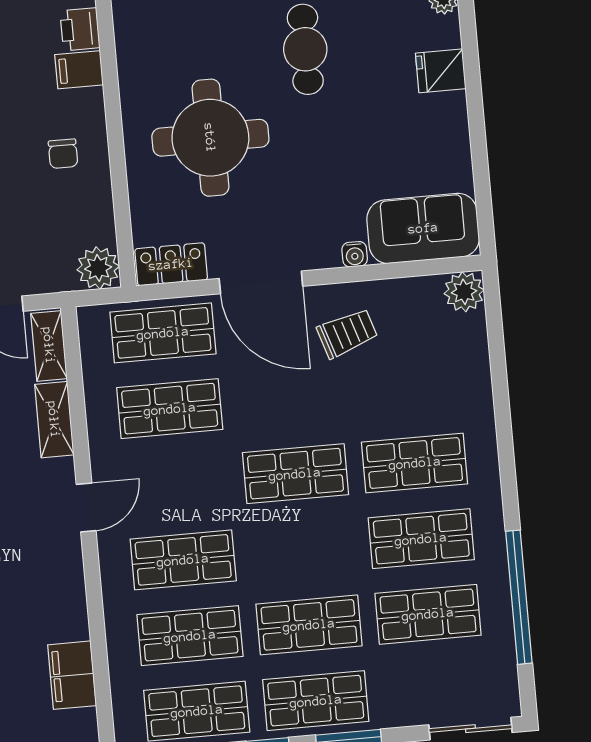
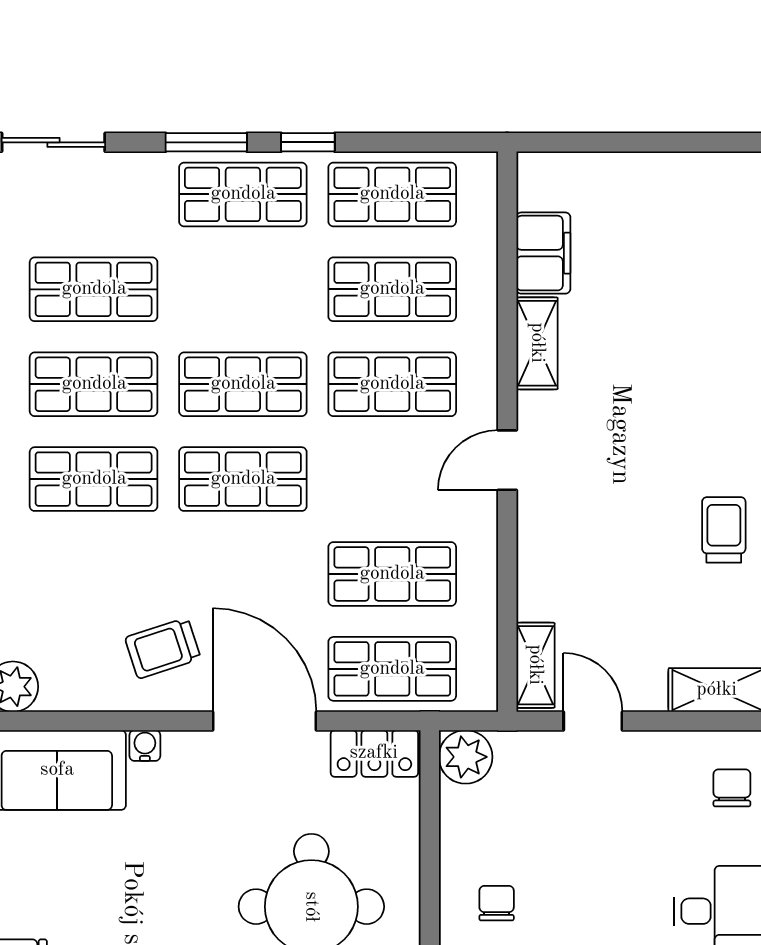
shelving: (54, 420) -> (537, 343), moved
shop shelf: (309, 625) -> (243, 384), moved

